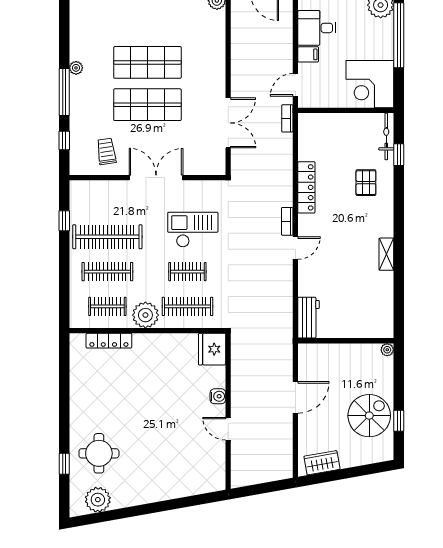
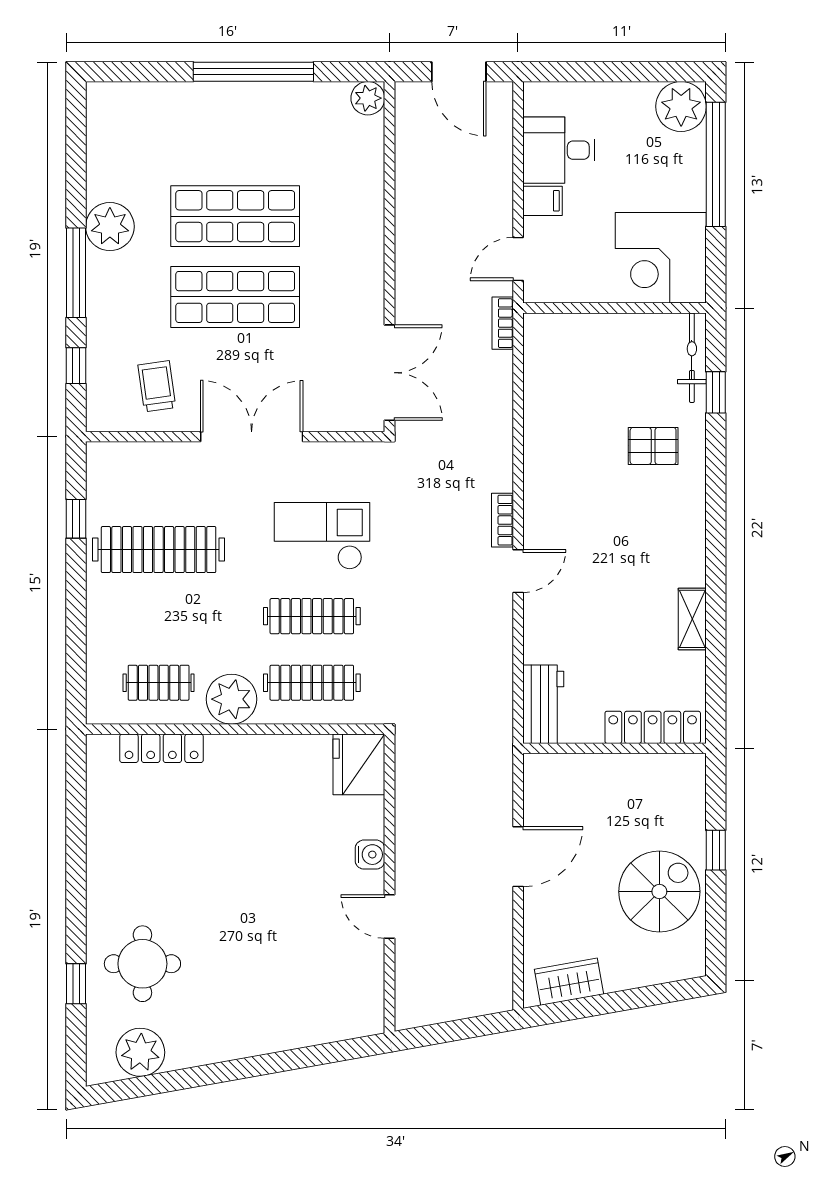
plant: (76, 68) -> (110, 227), width x1.88, depth x1.88
double door: (228, 123) -> (390, 373), moved
pallet: (366, 183) -> (653, 446), turned 90
locker: (306, 187) -> (653, 727), moved, turned -90
shelving: (386, 254) -> (692, 619), moved
clothes rail: (107, 272) -> (159, 616), removed
clothes rail: (187, 272) -> (312, 616), width x1.36
plant: (387, 350) -> (694, 766), removed
window: (399, 421) -> (716, 850), moved

